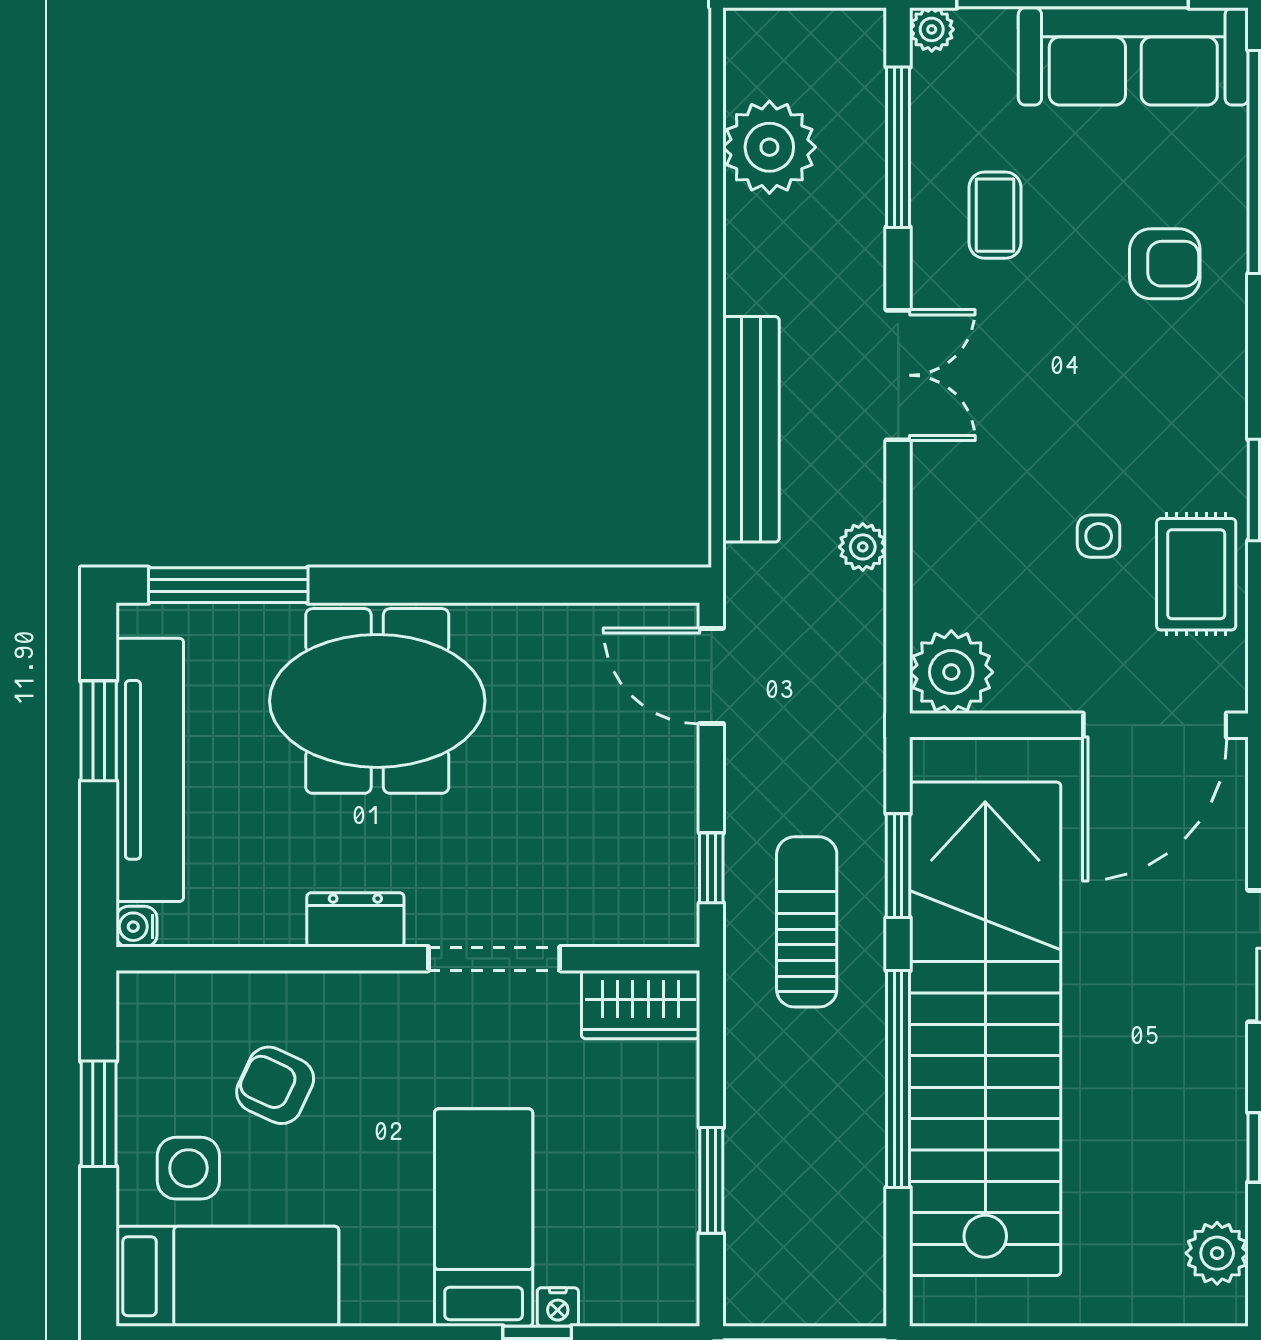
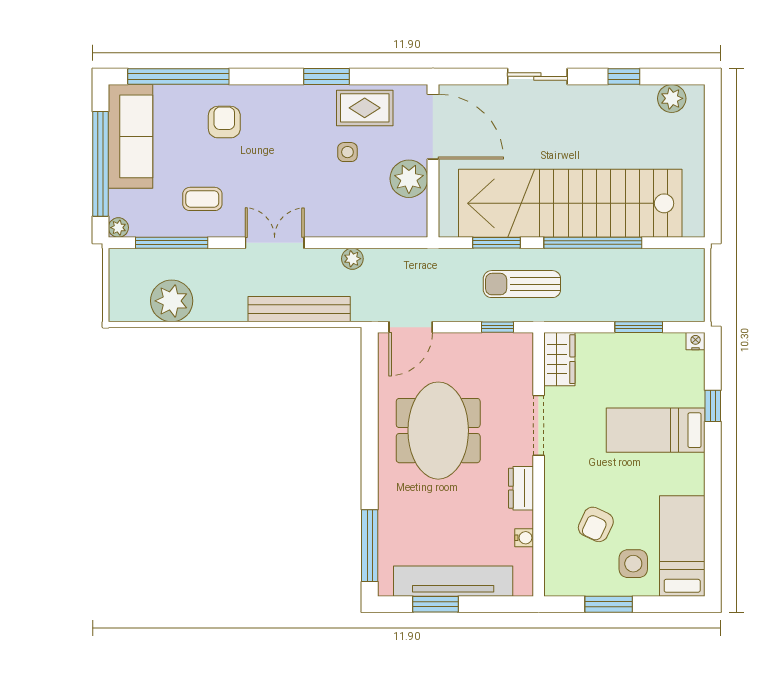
plant: (951, 672) -> (409, 179), moved
meeting table: (377, 701) -> (438, 431), moved
water cooler: (136, 927) -> (524, 538), moved, turned -90
nightstand: (558, 1307) -> (696, 341), moved, turned -90

